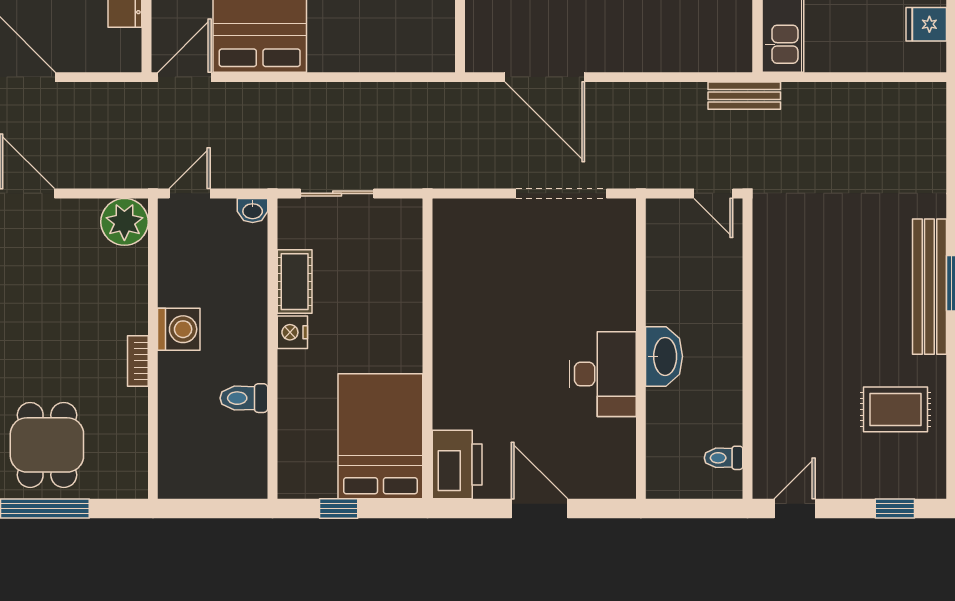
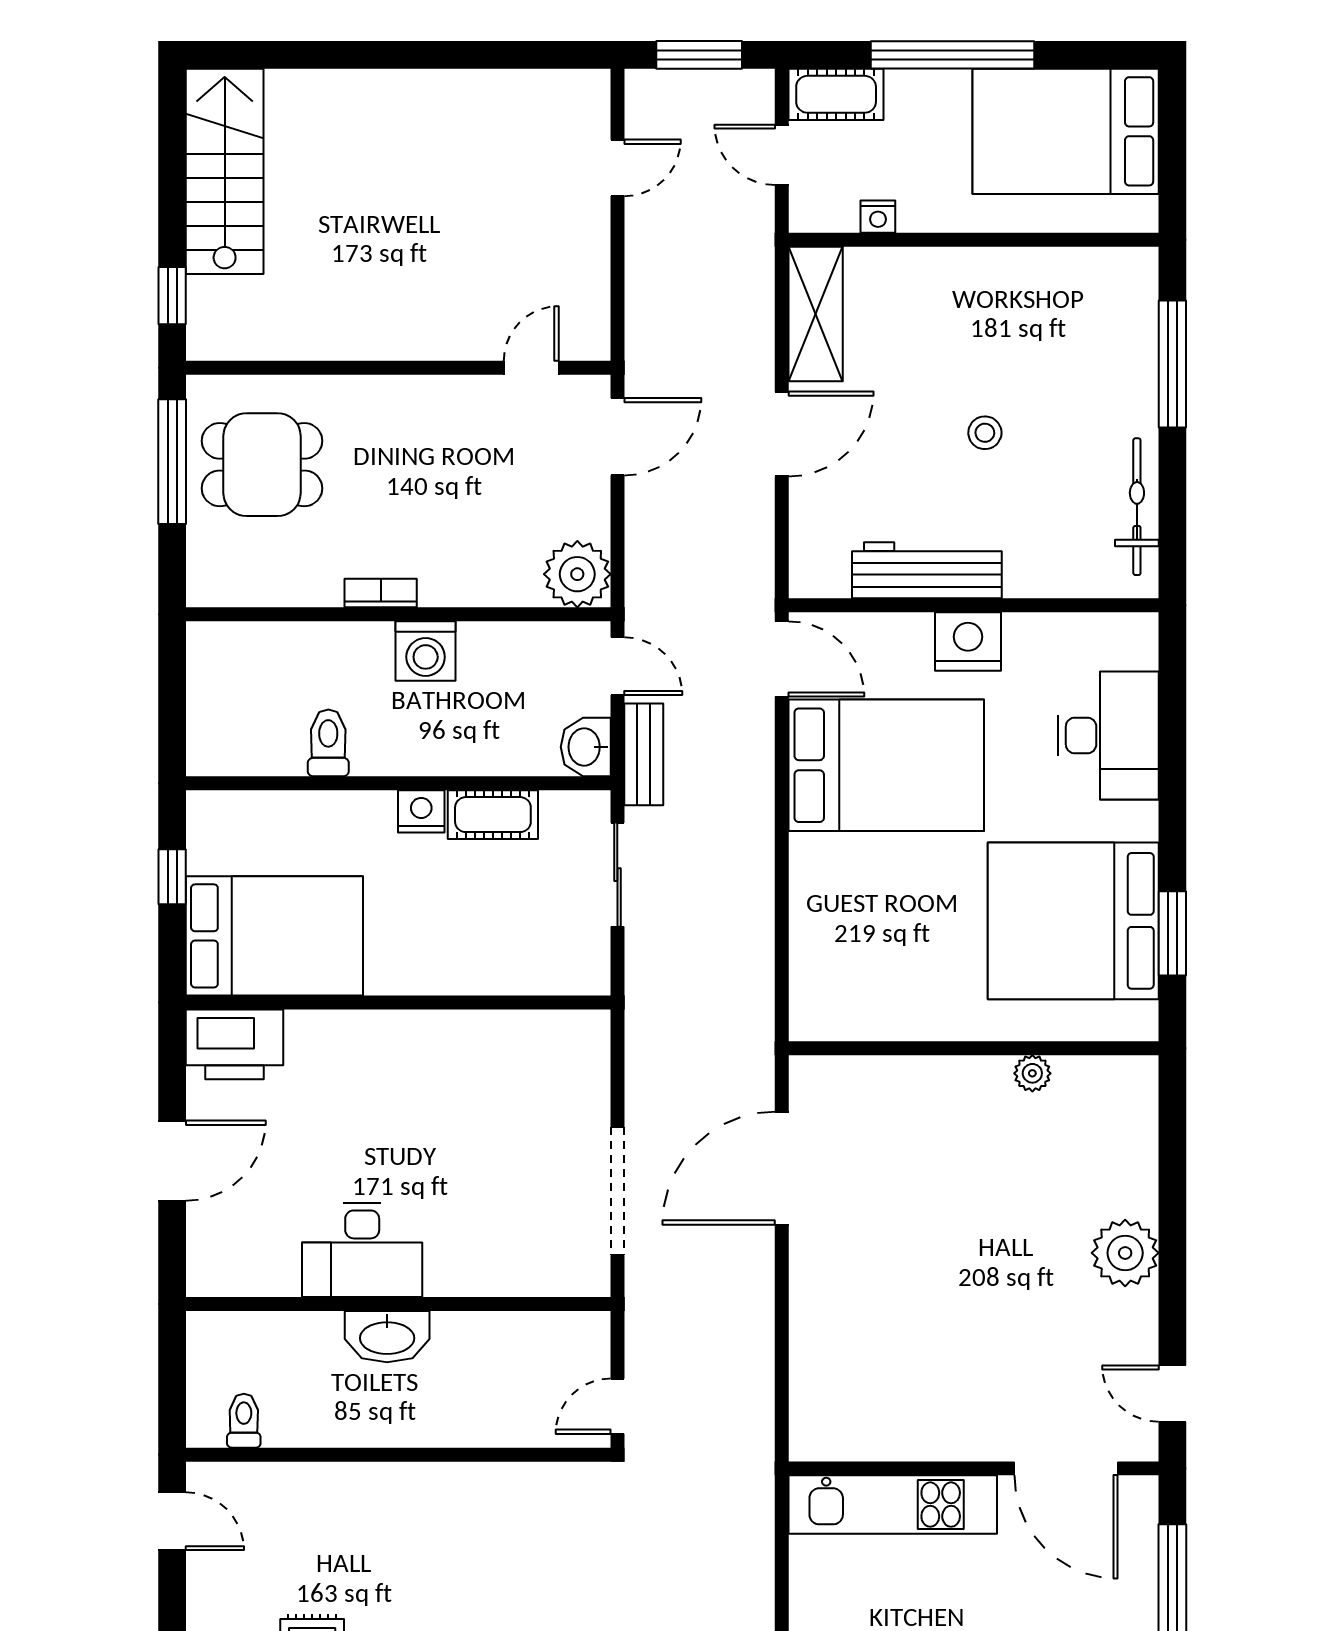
bench: (744, 96) -> (644, 754), moved
washbasin: (253, 210) -> (586, 747), width x1.38, depth x1.45

